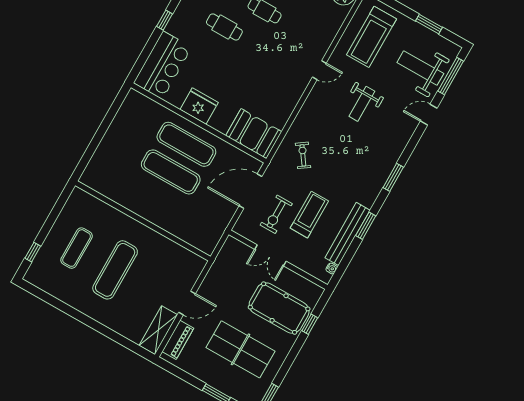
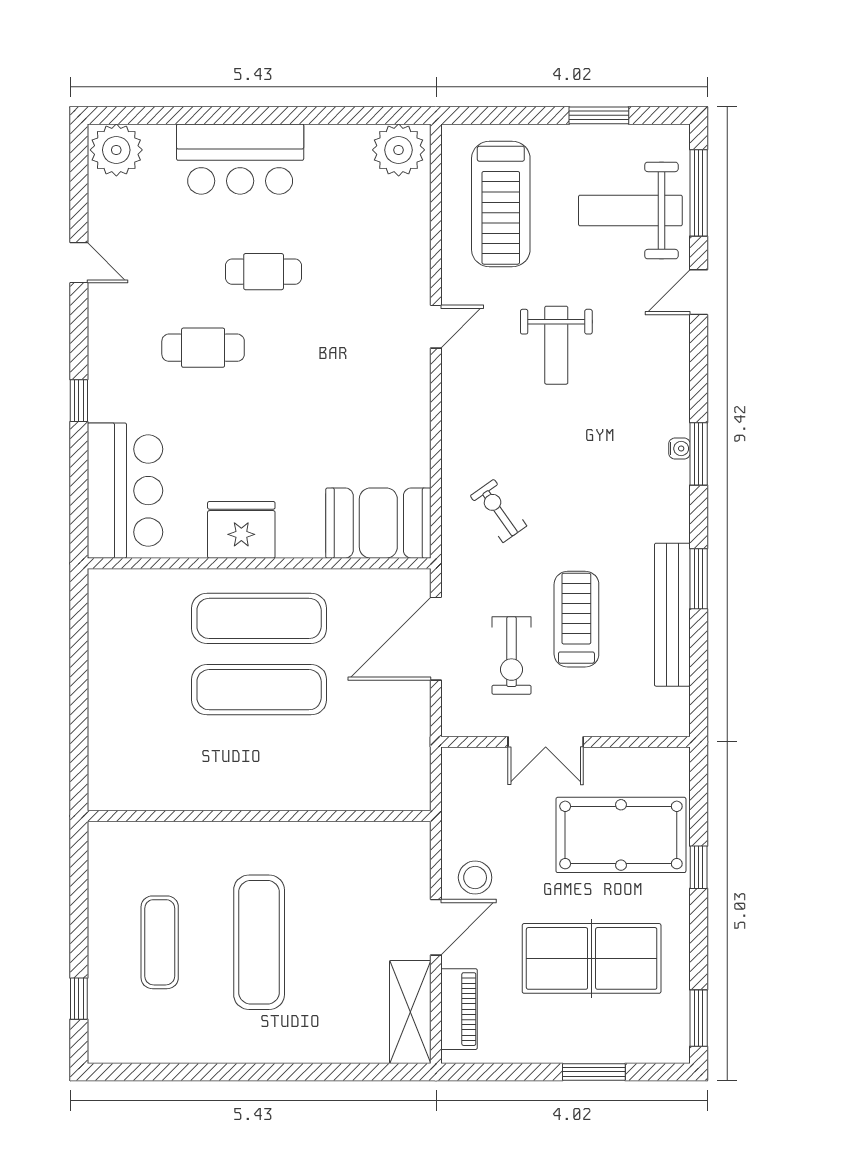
water cooler: (332, 268) -> (679, 449), moved
stool: (213, 292) -> (475, 878), added
window: (310, 324) -> (699, 867), moved

